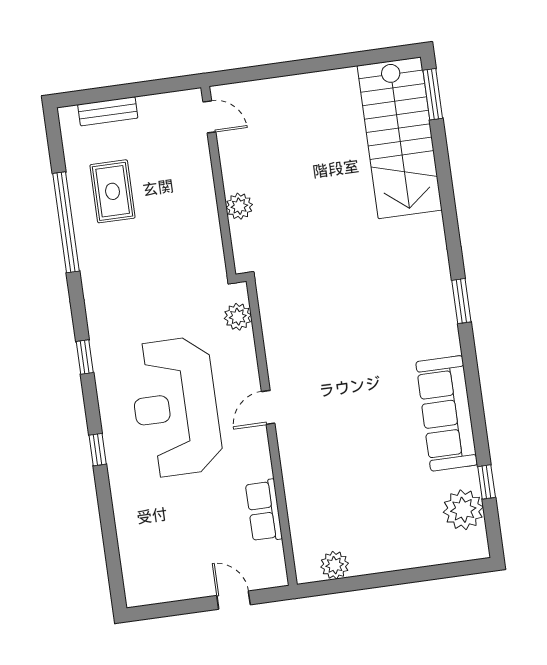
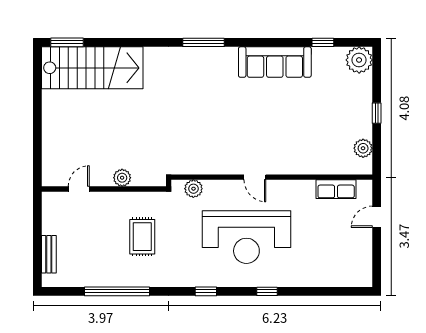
door: (209, 117) -> (79, 189), moved
rug: (113, 191) -> (142, 237), moved, turned 90
window: (461, 301) -> (203, 42), width x1.44
plant: (463, 510) -> (359, 60), moved
row of seats: (264, 511) -> (336, 189), moved
window: (391, 578) -> (377, 113), added

